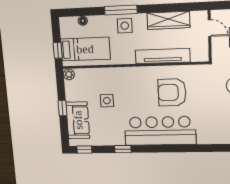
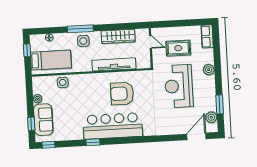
window: (58, 50) -> (27, 50), moved
plant: (69, 74) -> (38, 99), moved
side table: (107, 101) -> (63, 82), moved
window: (62, 108) -> (31, 124), moved
window: (123, 149) -> (93, 142), moved

